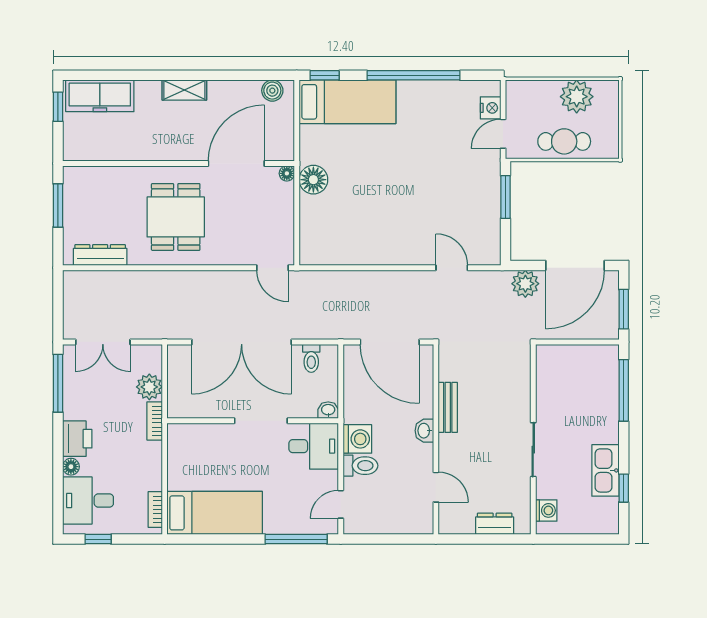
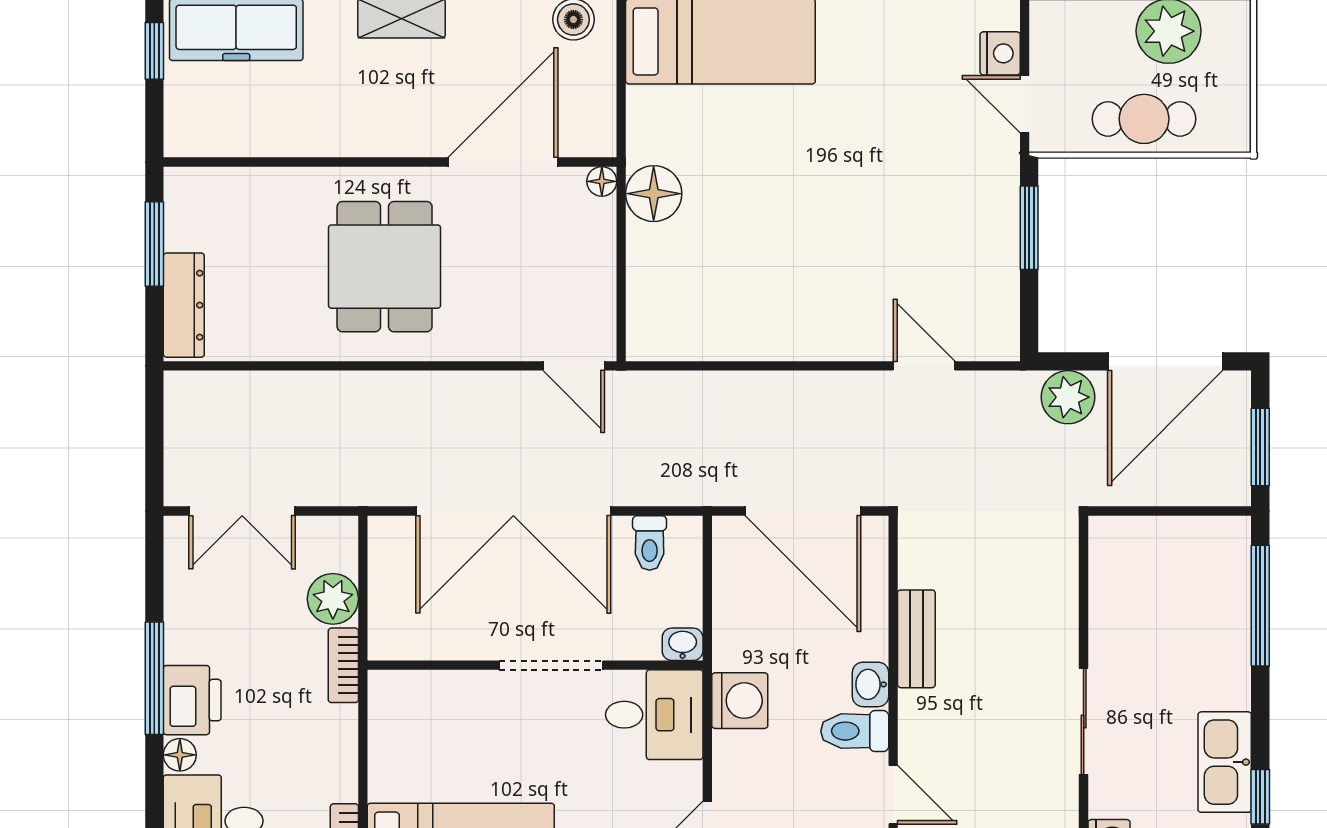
door: (503, 134) -> (1025, 104), hinge flipped
dresser: (100, 255) -> (184, 305), moved, turned 90
window: (58, 383) -> (154, 678), moved
toilet: (360, 466) -> (855, 731), moved, turned 180

